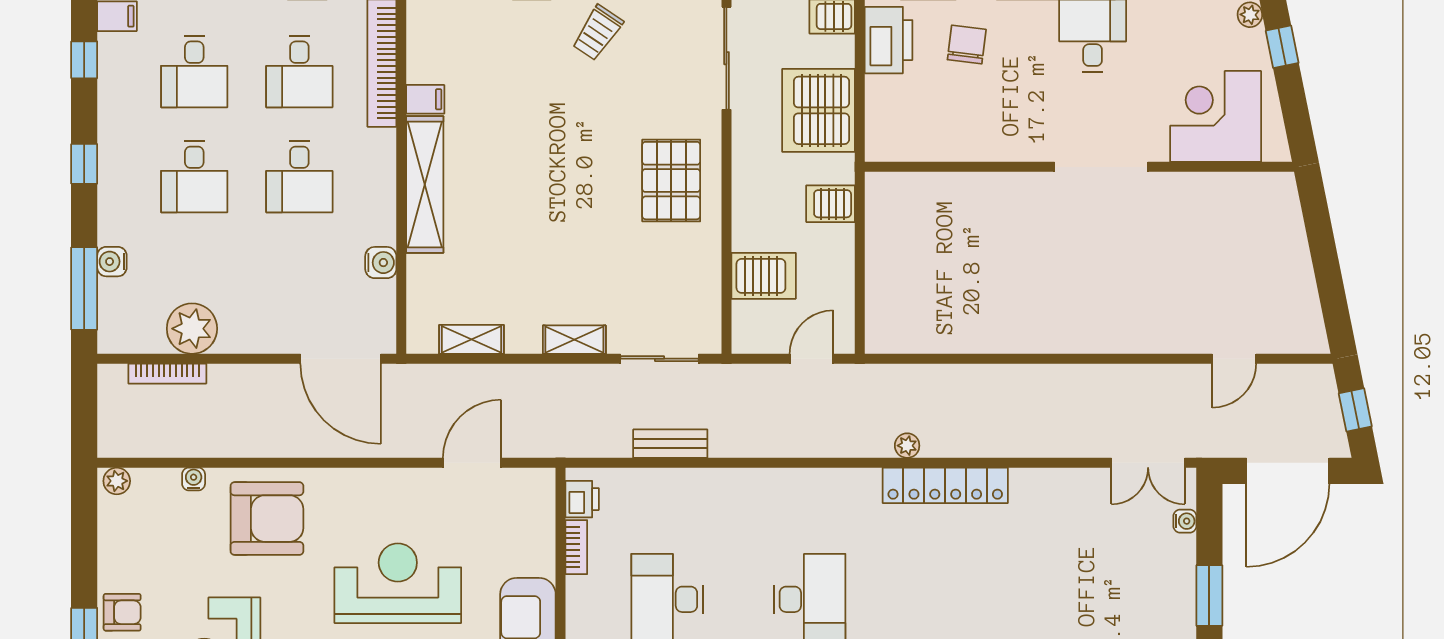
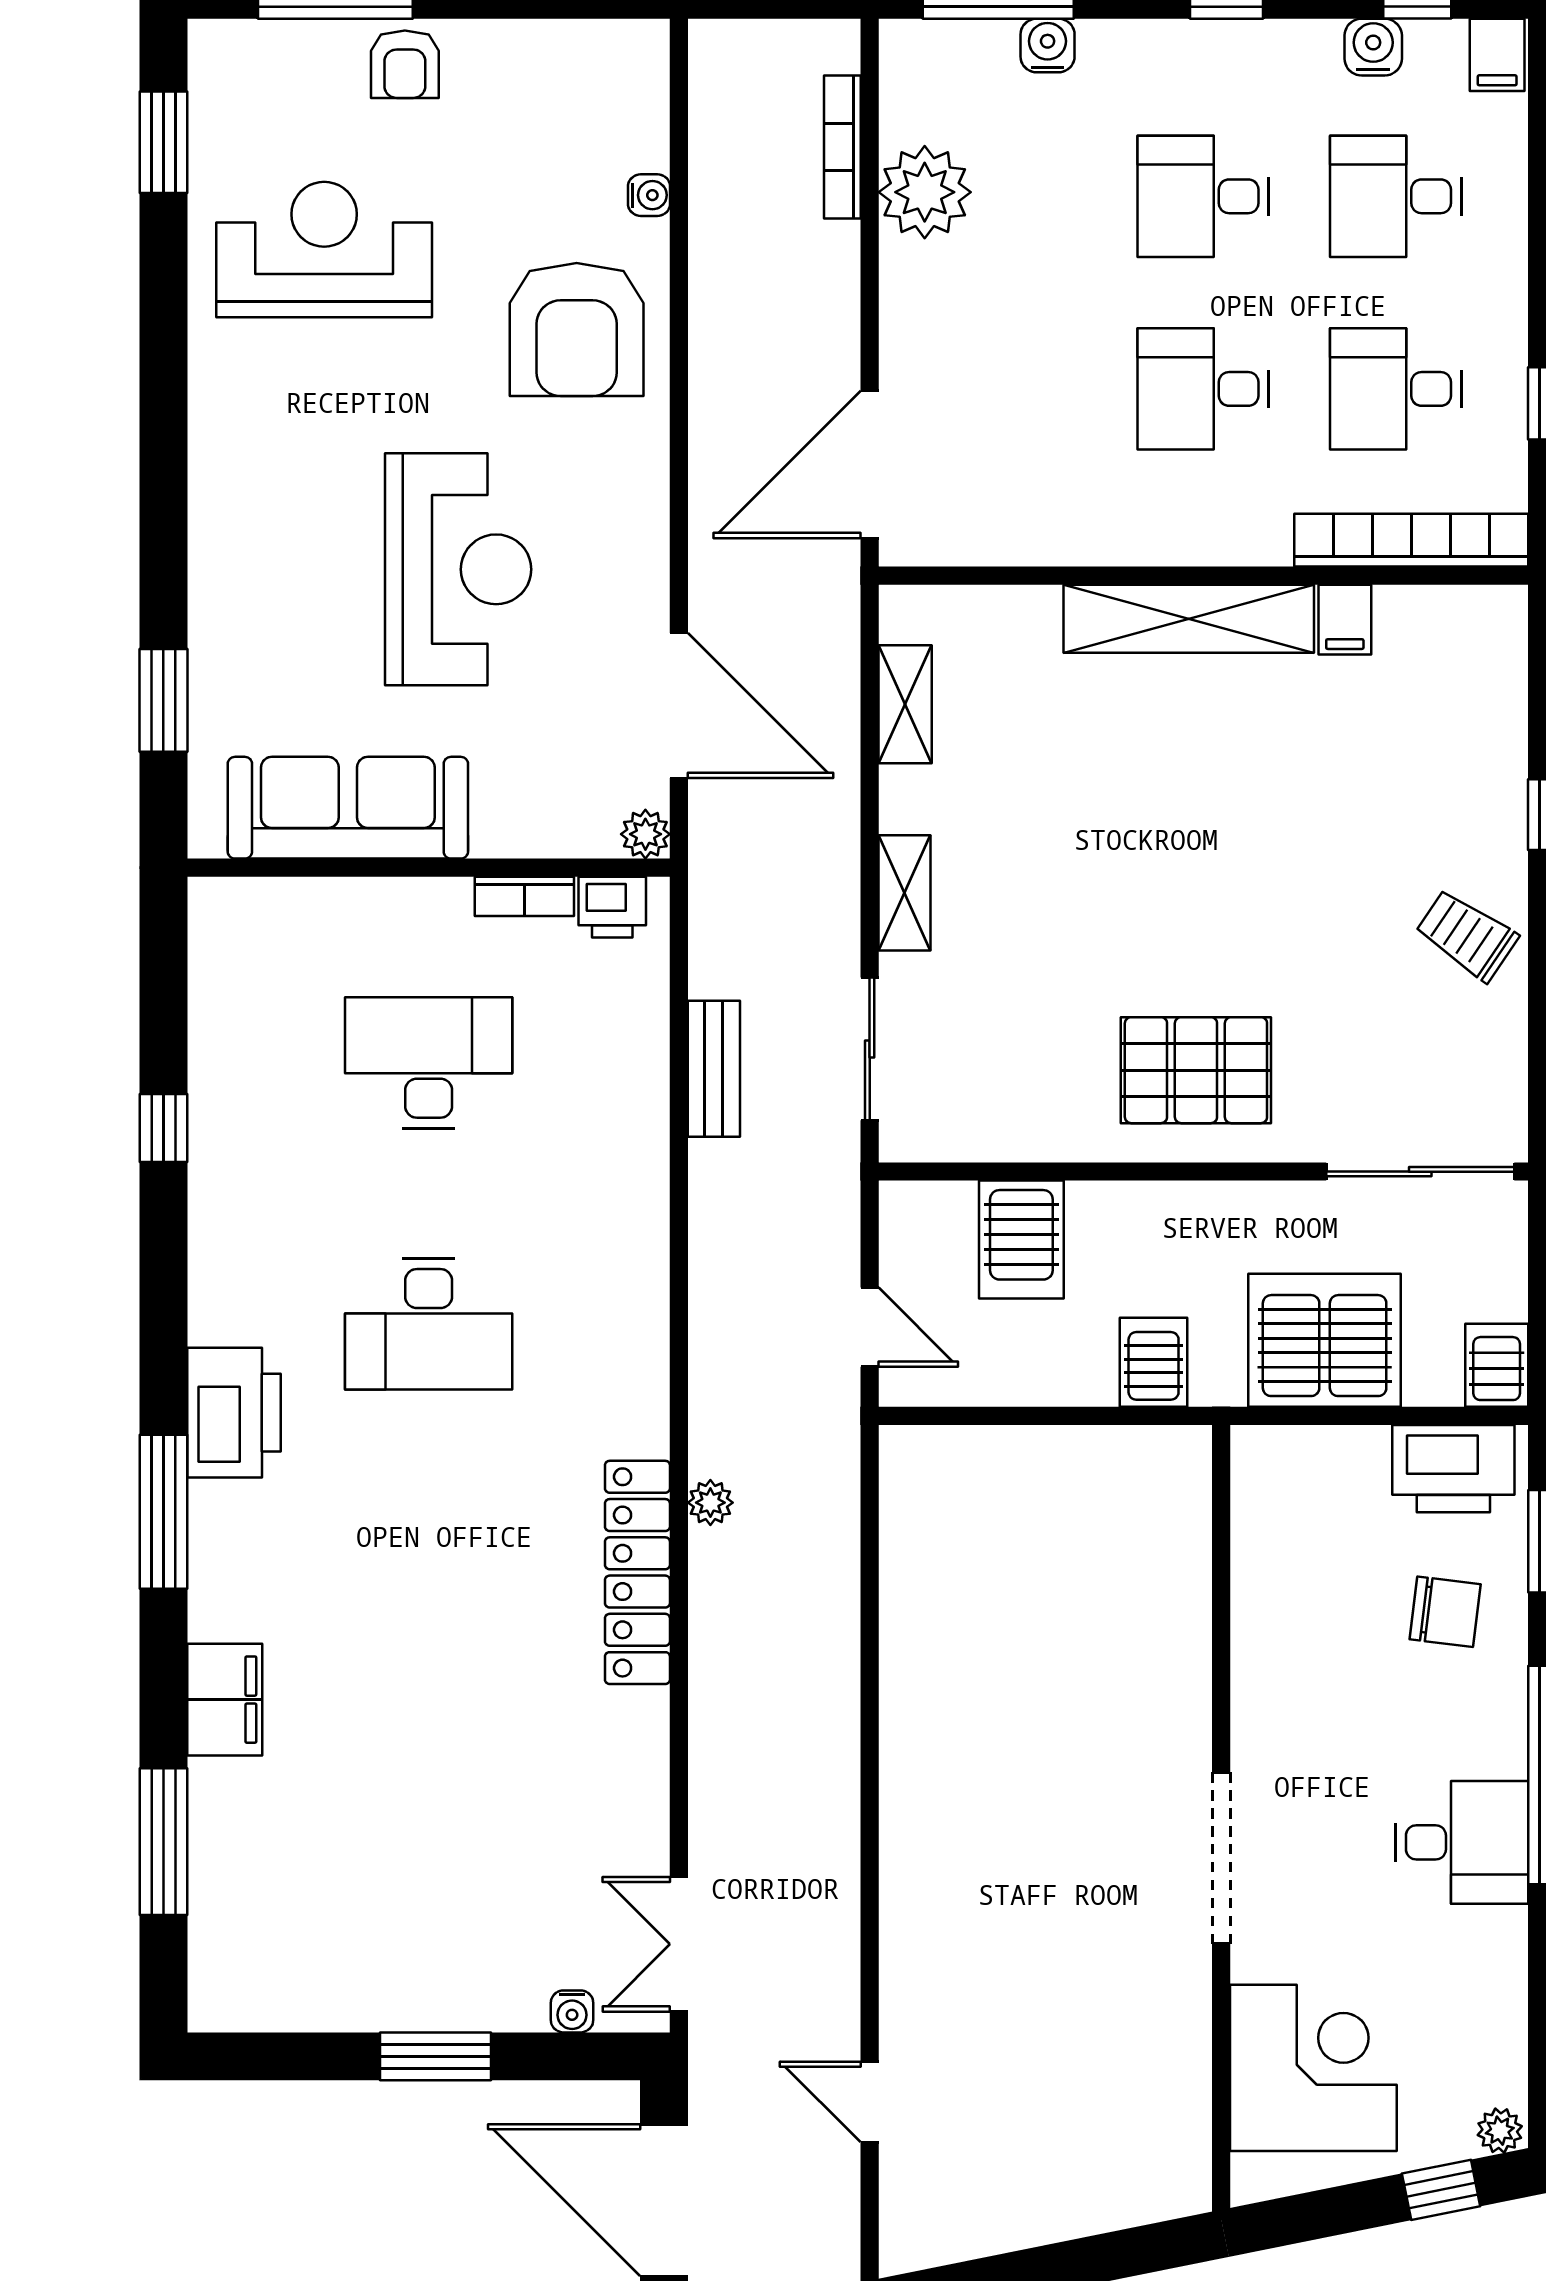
water cooler: (381, 263) -> (1373, 47), moved, turned 180
door: (472, 463) -> (679, 705), width x1.36
plant: (117, 481) -> (645, 834), moved

